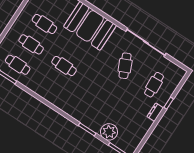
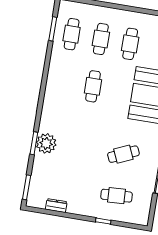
dresser: (155, 112) -> (56, 206), moved
plant: (109, 132) -> (46, 143), moved

